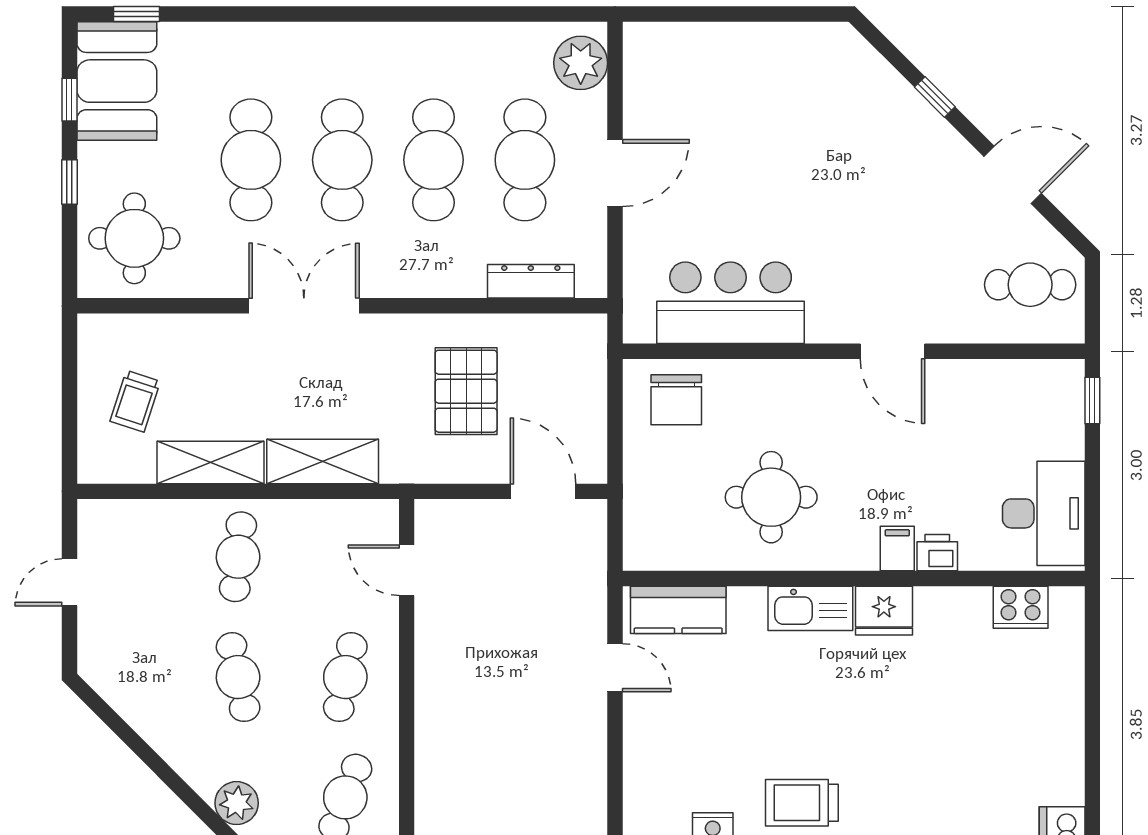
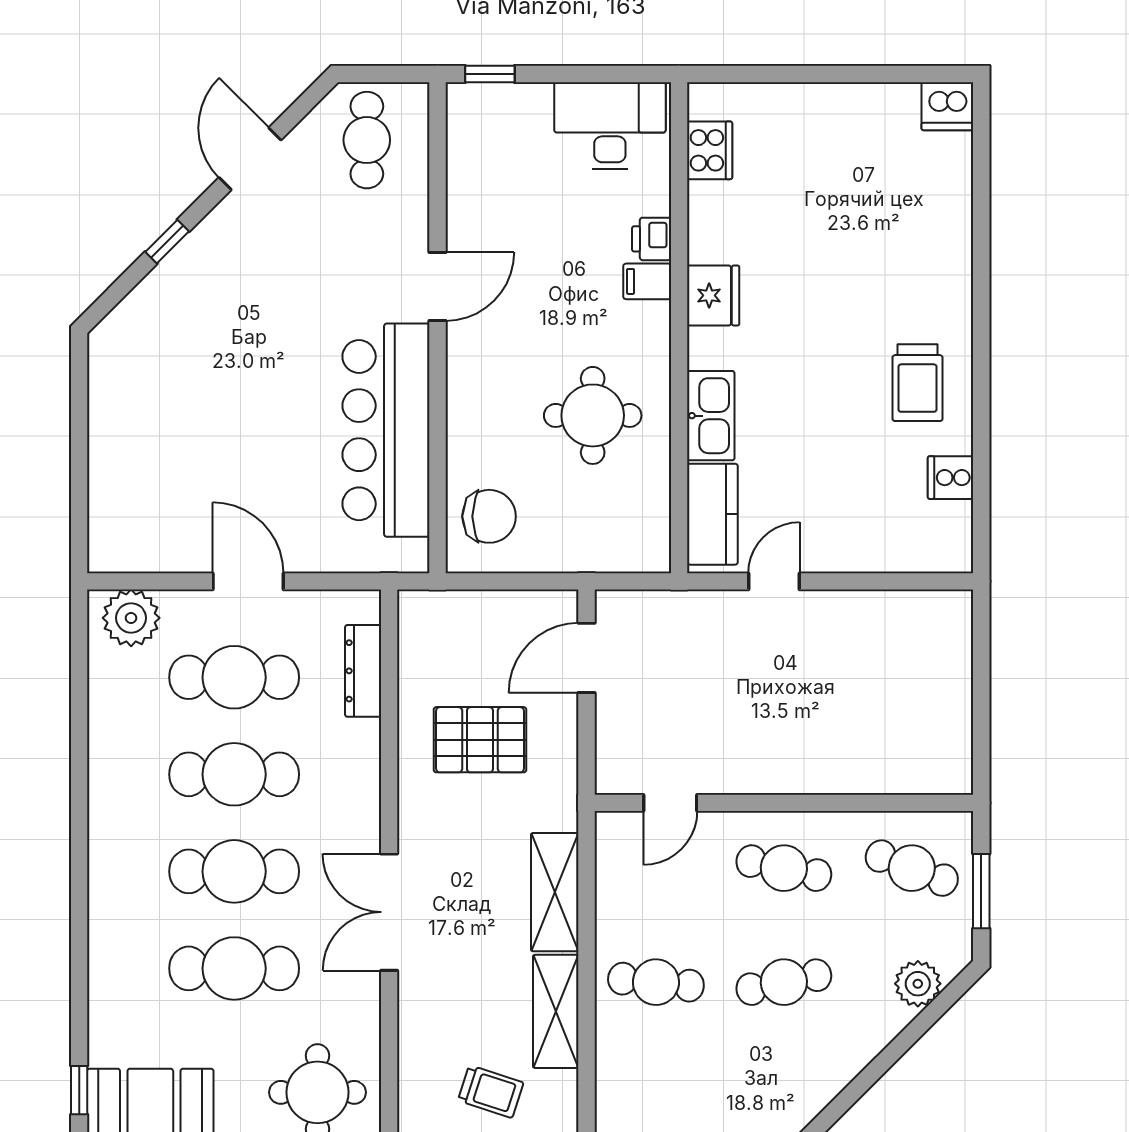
bar counter: (731, 303) -> (386, 430), width x1.36
kitchen sink: (810, 608) -> (711, 416), moved

